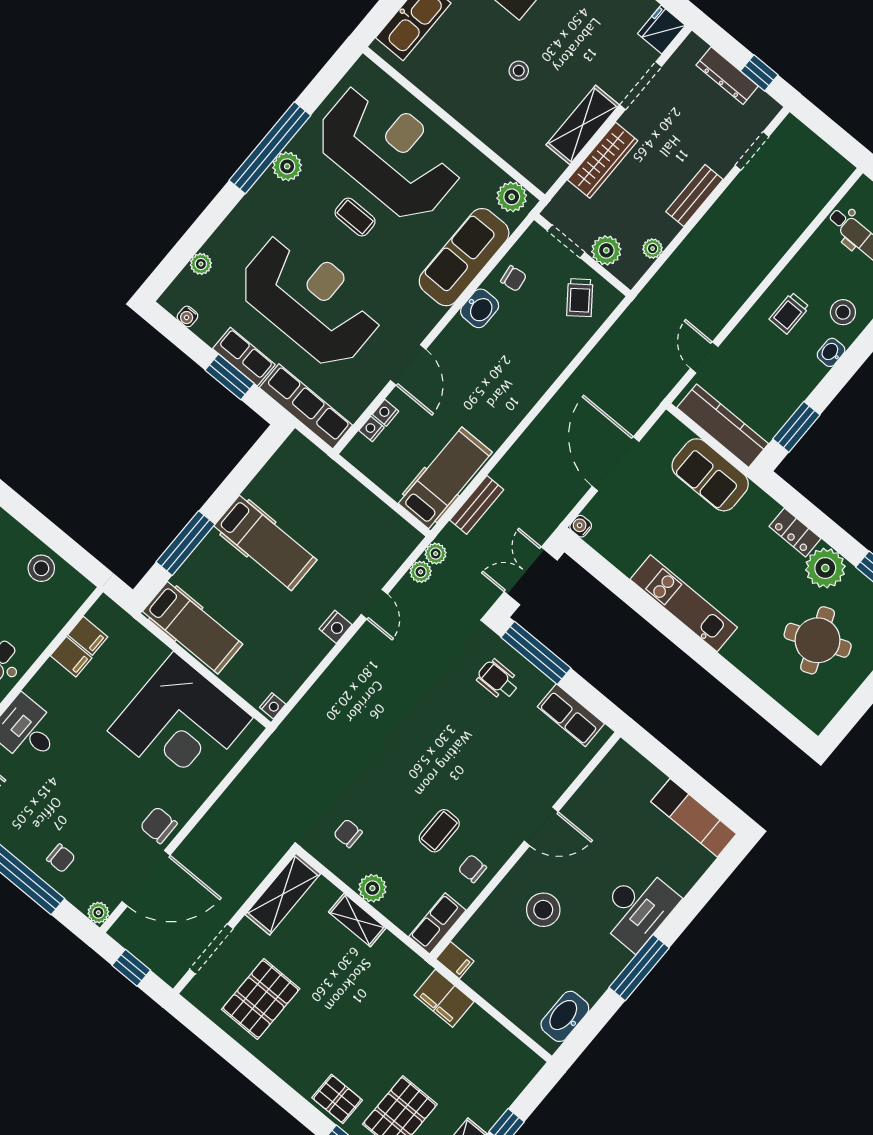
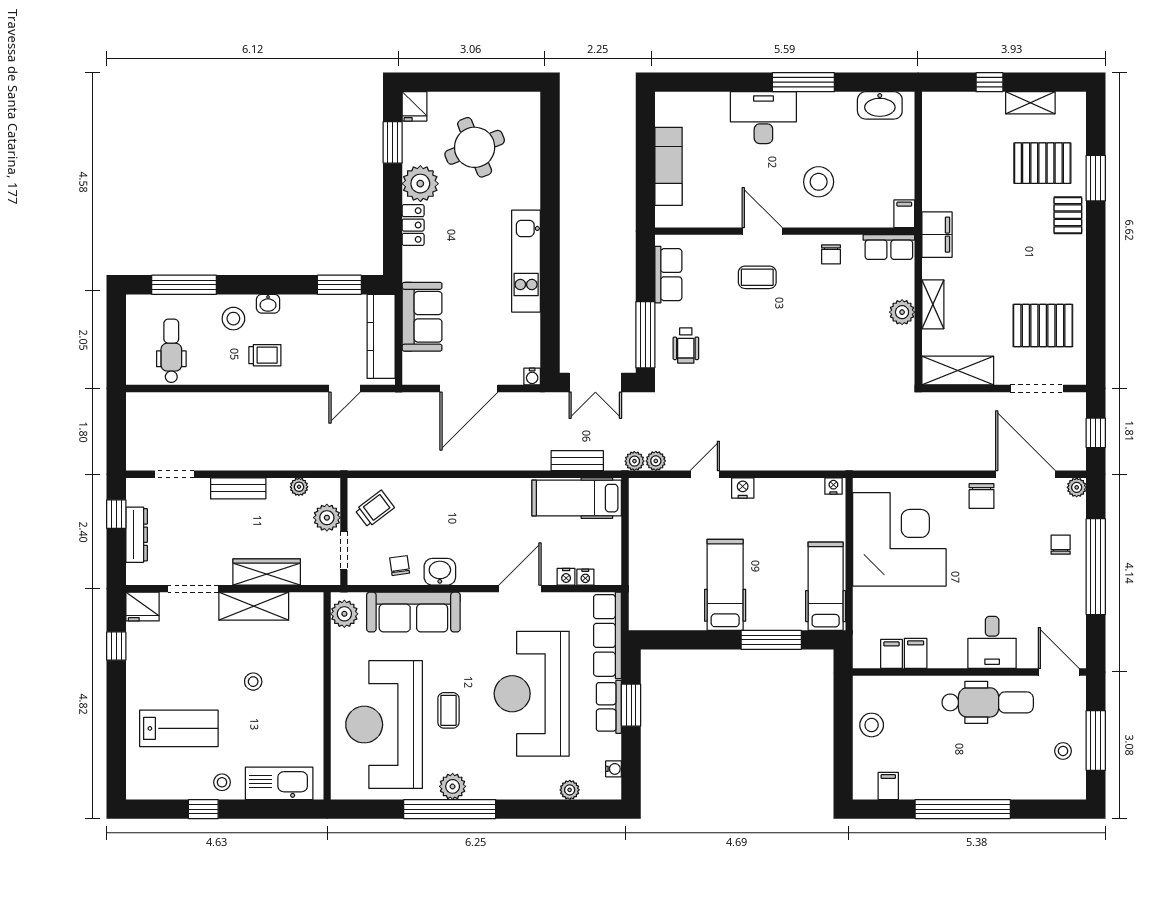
exam couch: (694, 818) -> (669, 166), moved
coffee table: (439, 831) -> (757, 277), moved
chair: (348, 833) -> (878, 361), removed
filing cabinet: (444, 998) -> (937, 235), moved

